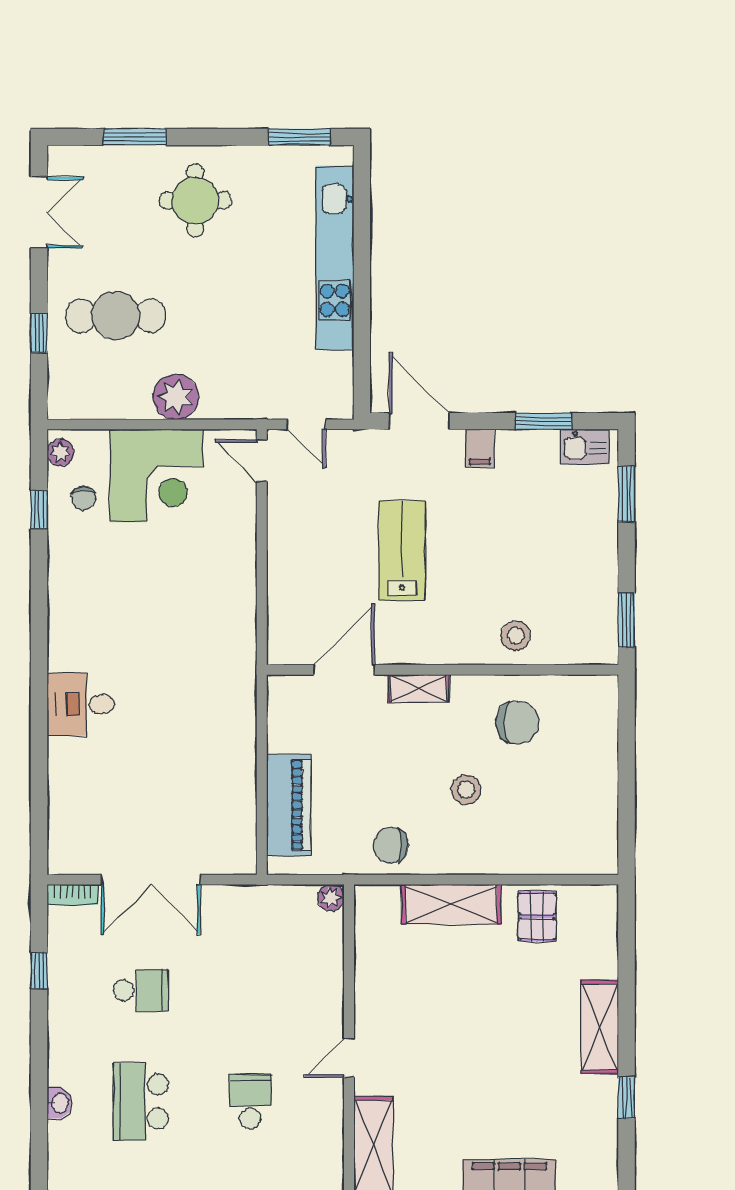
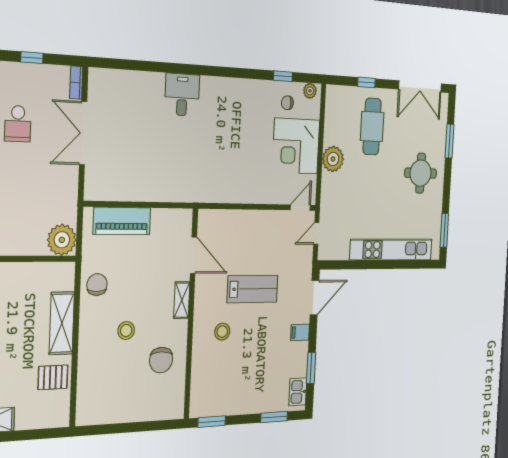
double door: (39, 212) -> (420, 86), width x1.37
stool: (516, 636) -> (222, 332), moved
plant: (331, 898) -> (62, 240), width x1.88, depth x1.88

